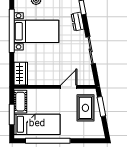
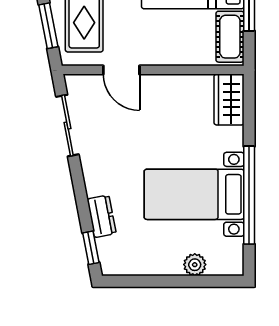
sliding door: (91, 50) -> (67, 126), moved
door: (69, 87) -> (121, 70), hinge flipped

